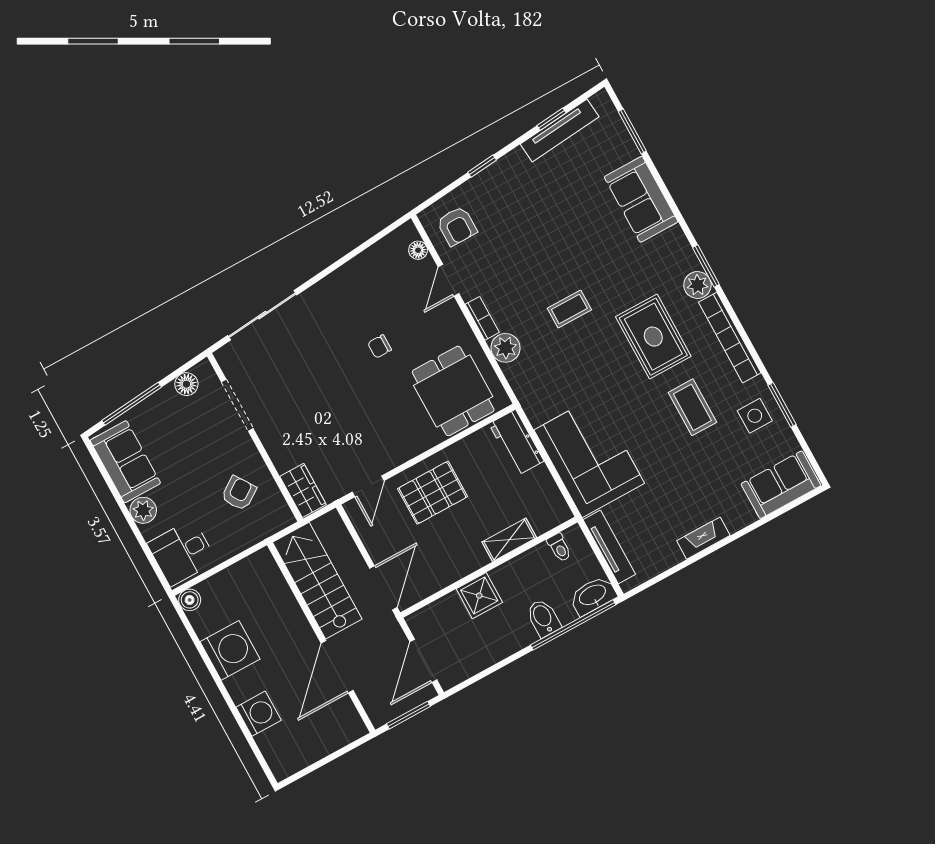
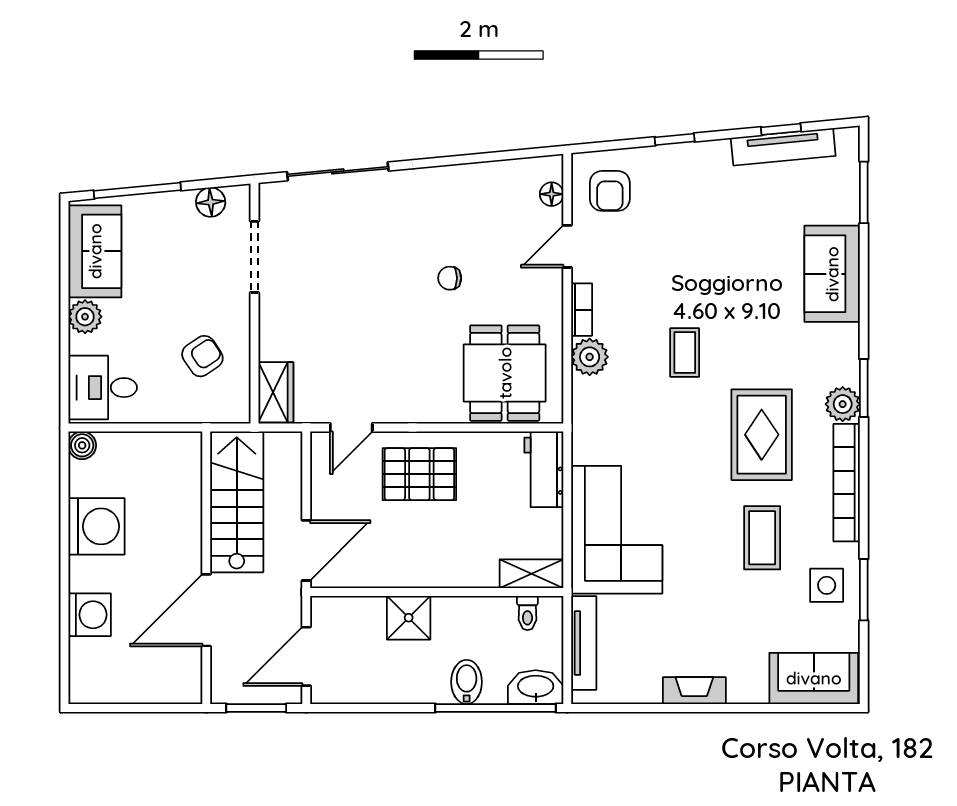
coffee table: (569, 309) -> (685, 352), turned 90
shelving: (509, 540) -> (531, 574), moved

